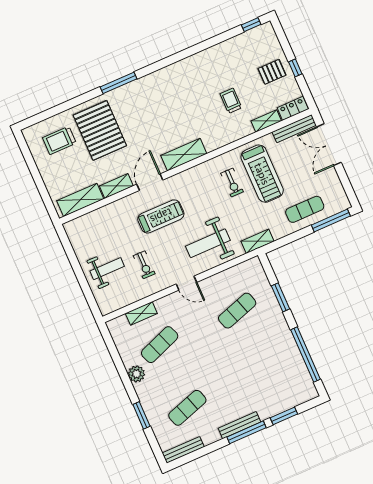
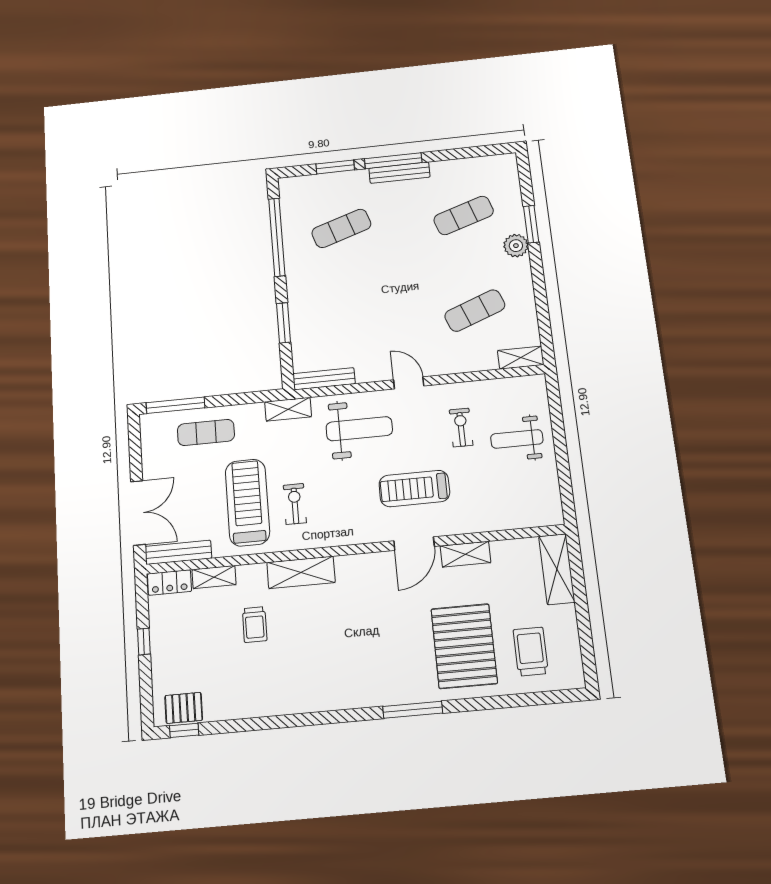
pallet: (272, 72) -> (184, 708), moved
trolley: (59, 140) -> (531, 651), turned -90
shelving: (184, 155) -> (301, 572), moved
shelving: (80, 200) -> (557, 569), moved, turned 90
exercise mat: (237, 311) -> (341, 228), moved
shelving: (141, 313) -> (521, 358), moved
plant: (137, 374) -> (516, 246), moved
bench: (183, 450) -> (324, 379), moved

